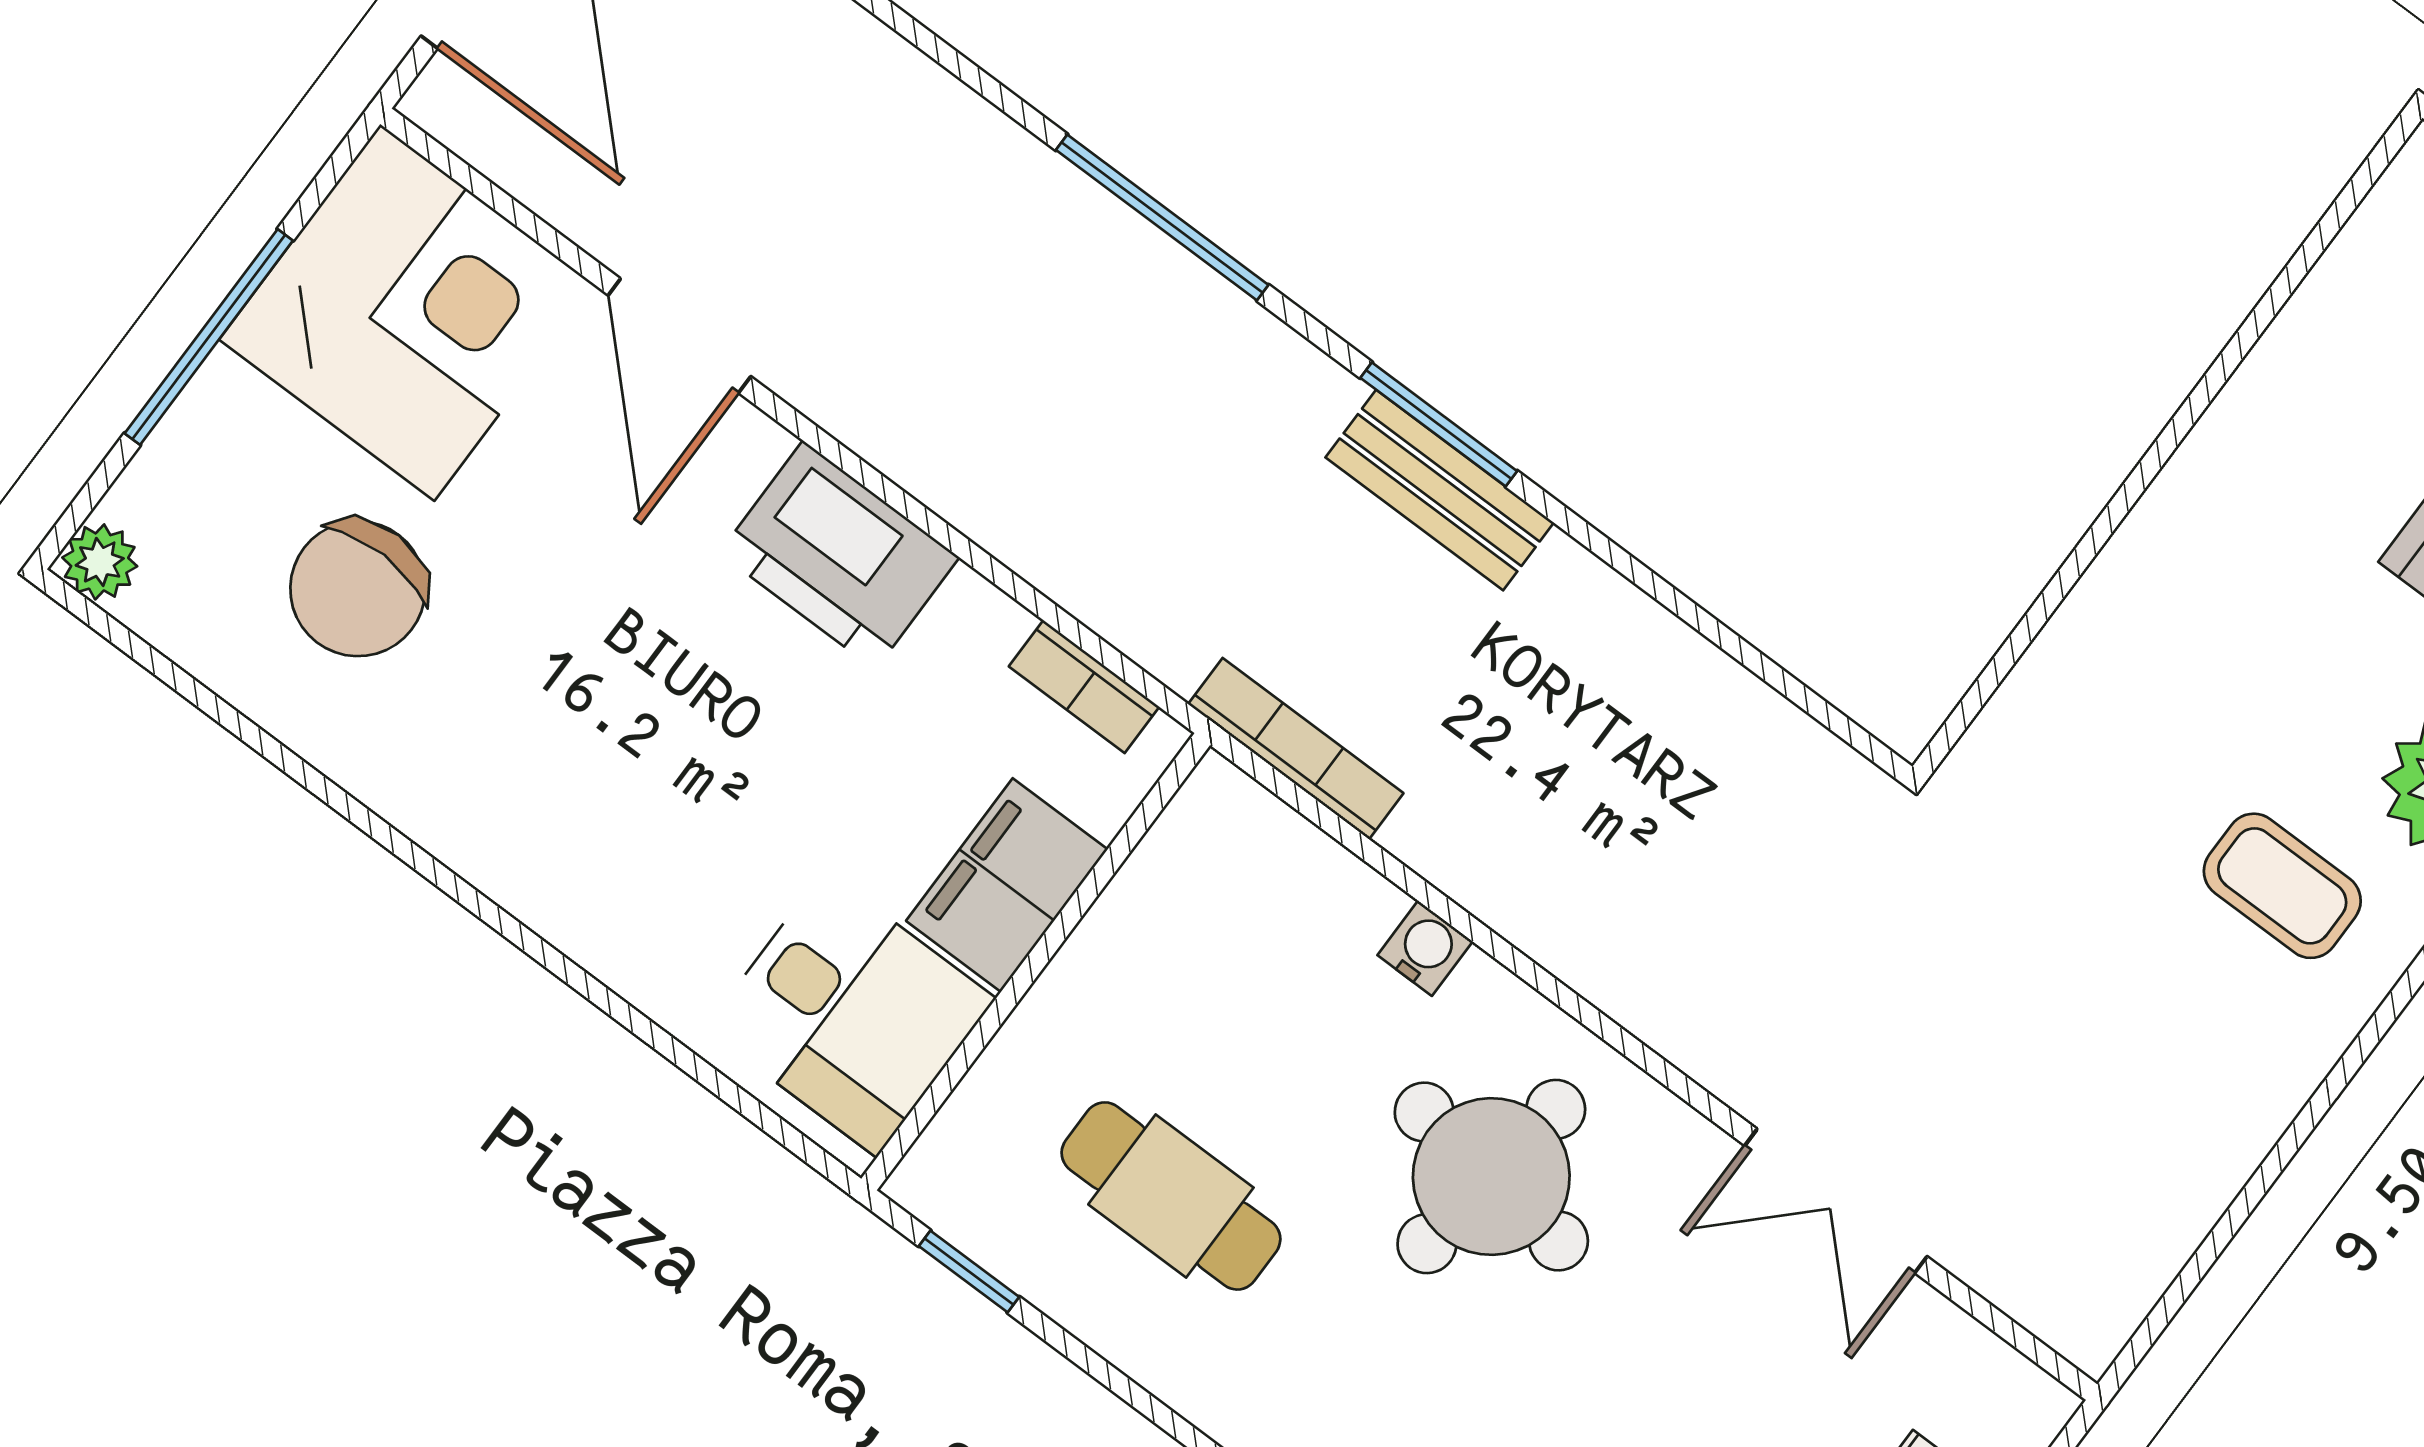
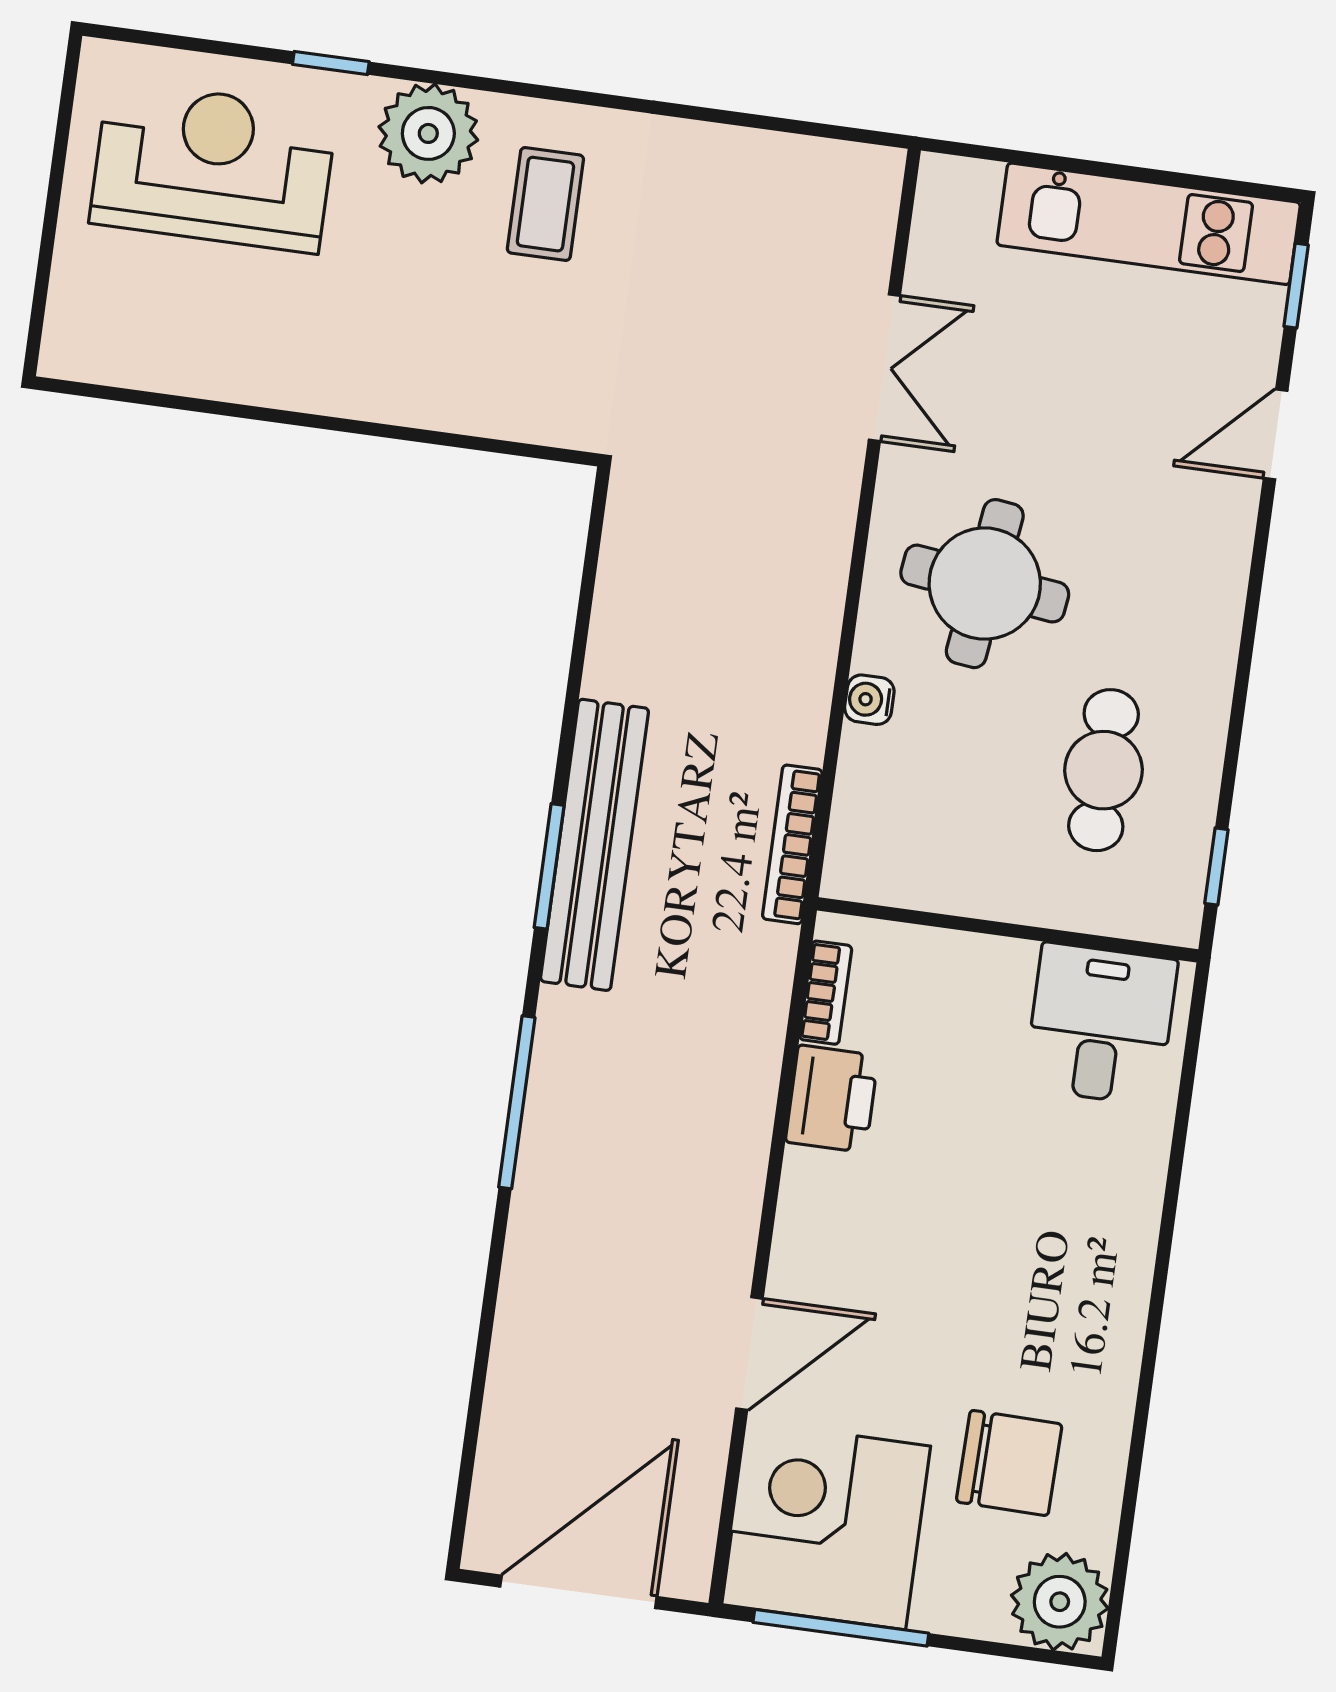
window: (209, 337) -> (841, 1628), moved
bench: (1440, 490) -> (595, 845), width x1.86, depth x1.21
printer: (839, 555) -> (832, 1099), moved, width x0.73, depth x0.84
plant: (100, 562) -> (1060, 1602), width x1.88, depth x1.88
filing cabinet: (1007, 885) -> (971, 973), removed

